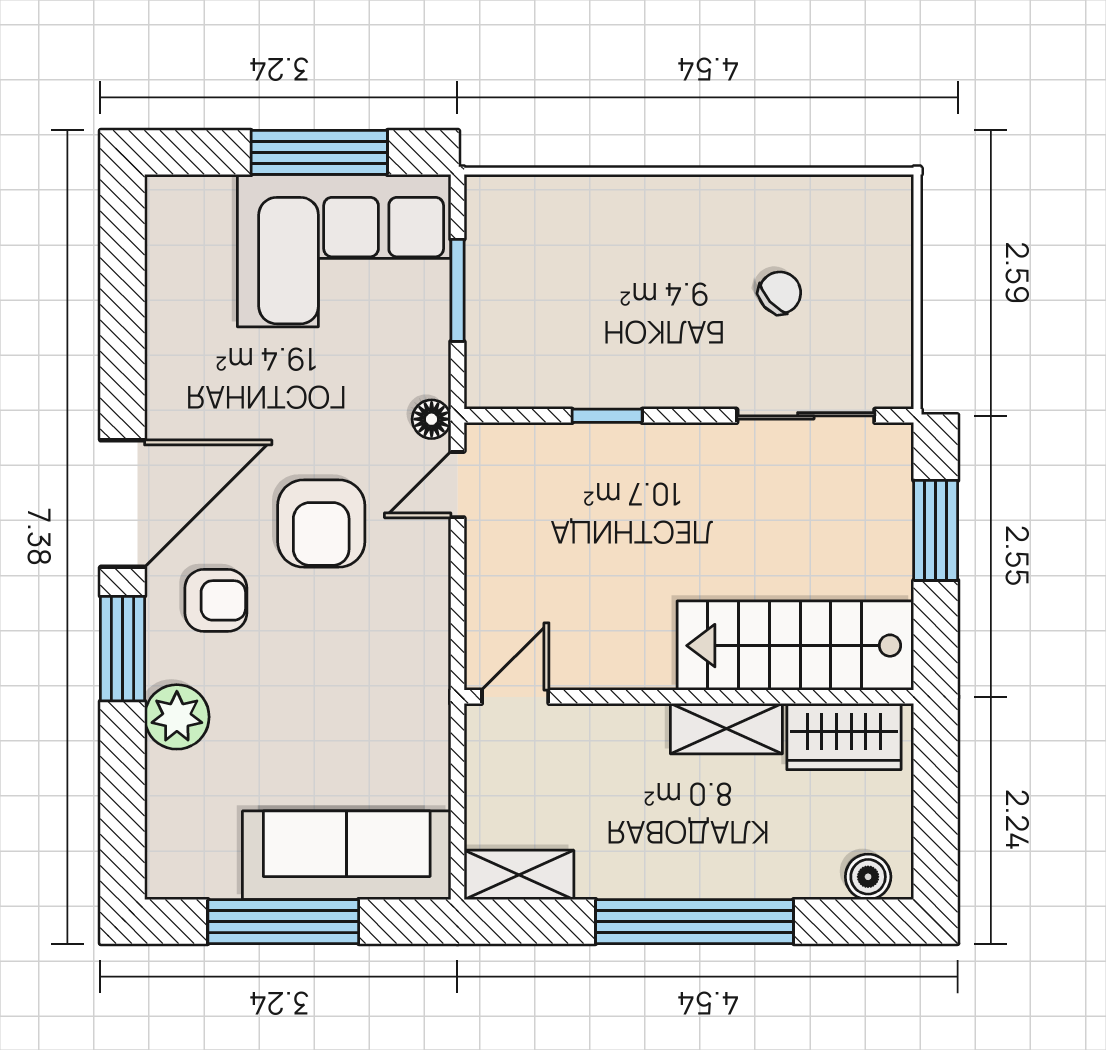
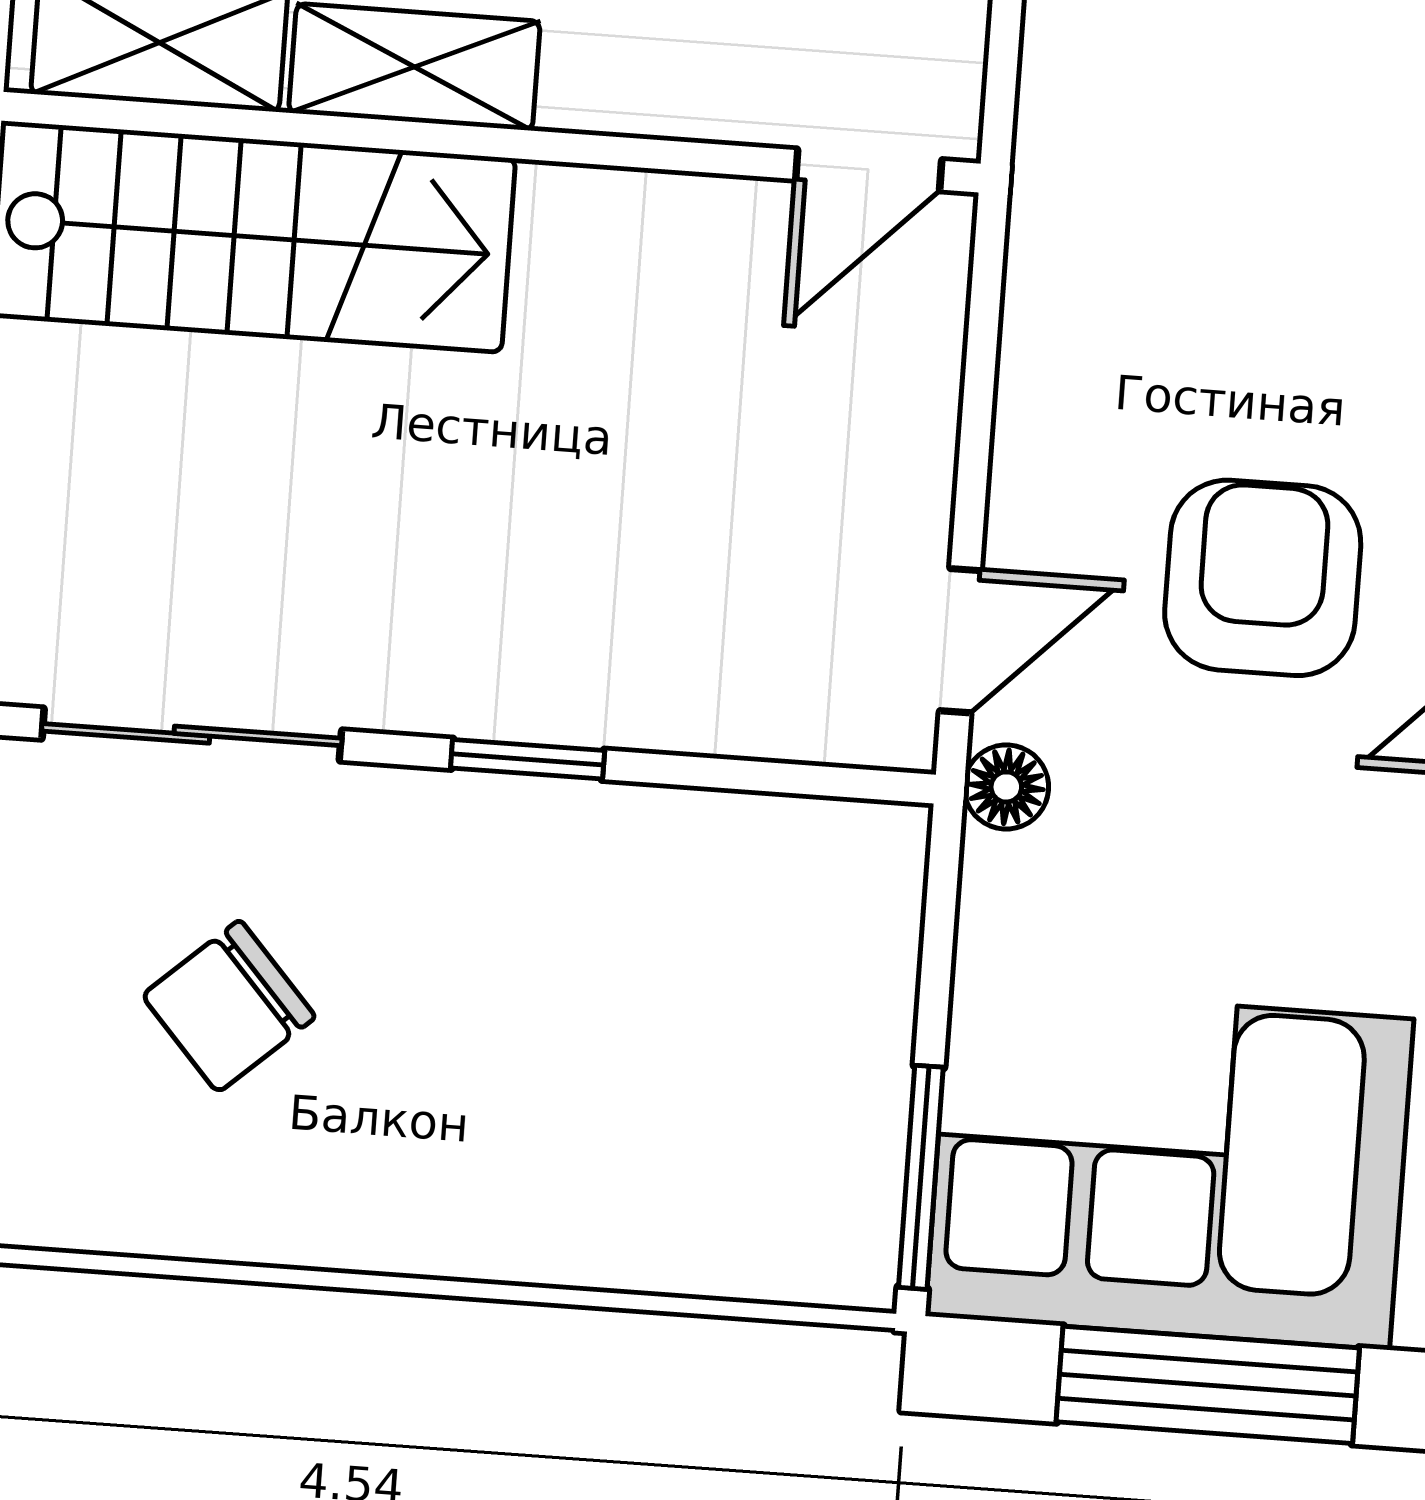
window: (457, 290) -> (921, 1177), moved
chair: (780, 293) -> (229, 1006), width x1.37, depth x1.37
window: (607, 416) -> (528, 759), moved

